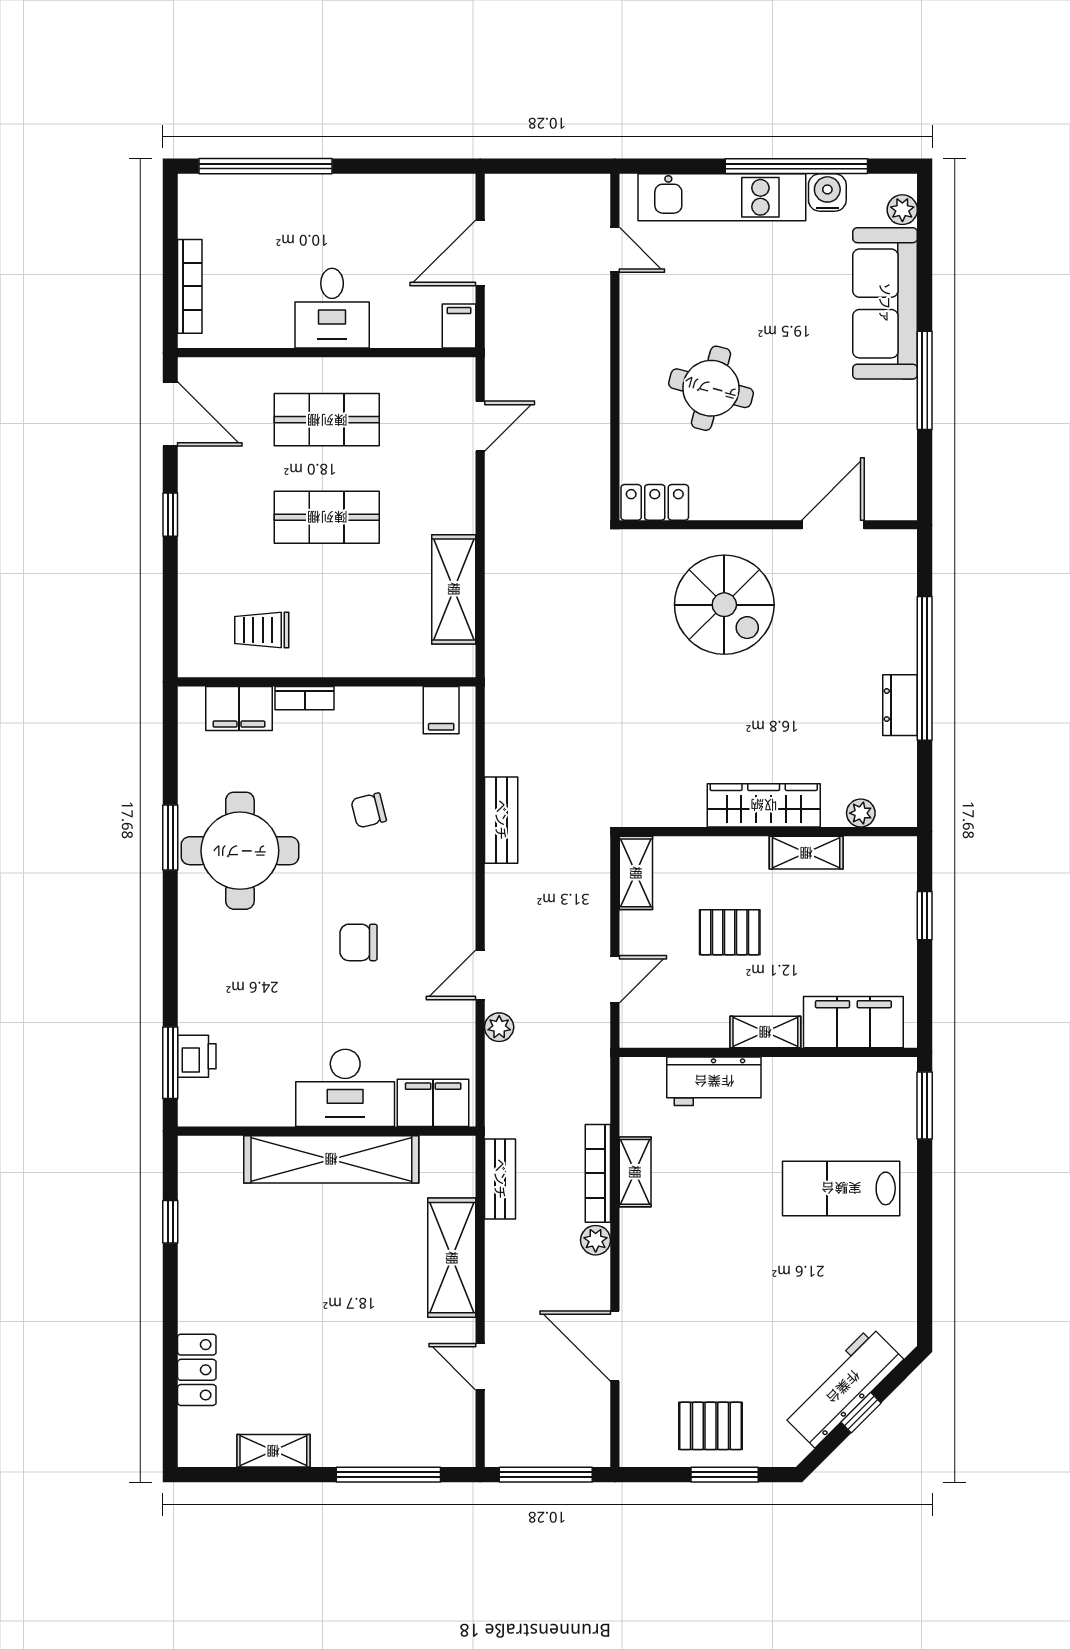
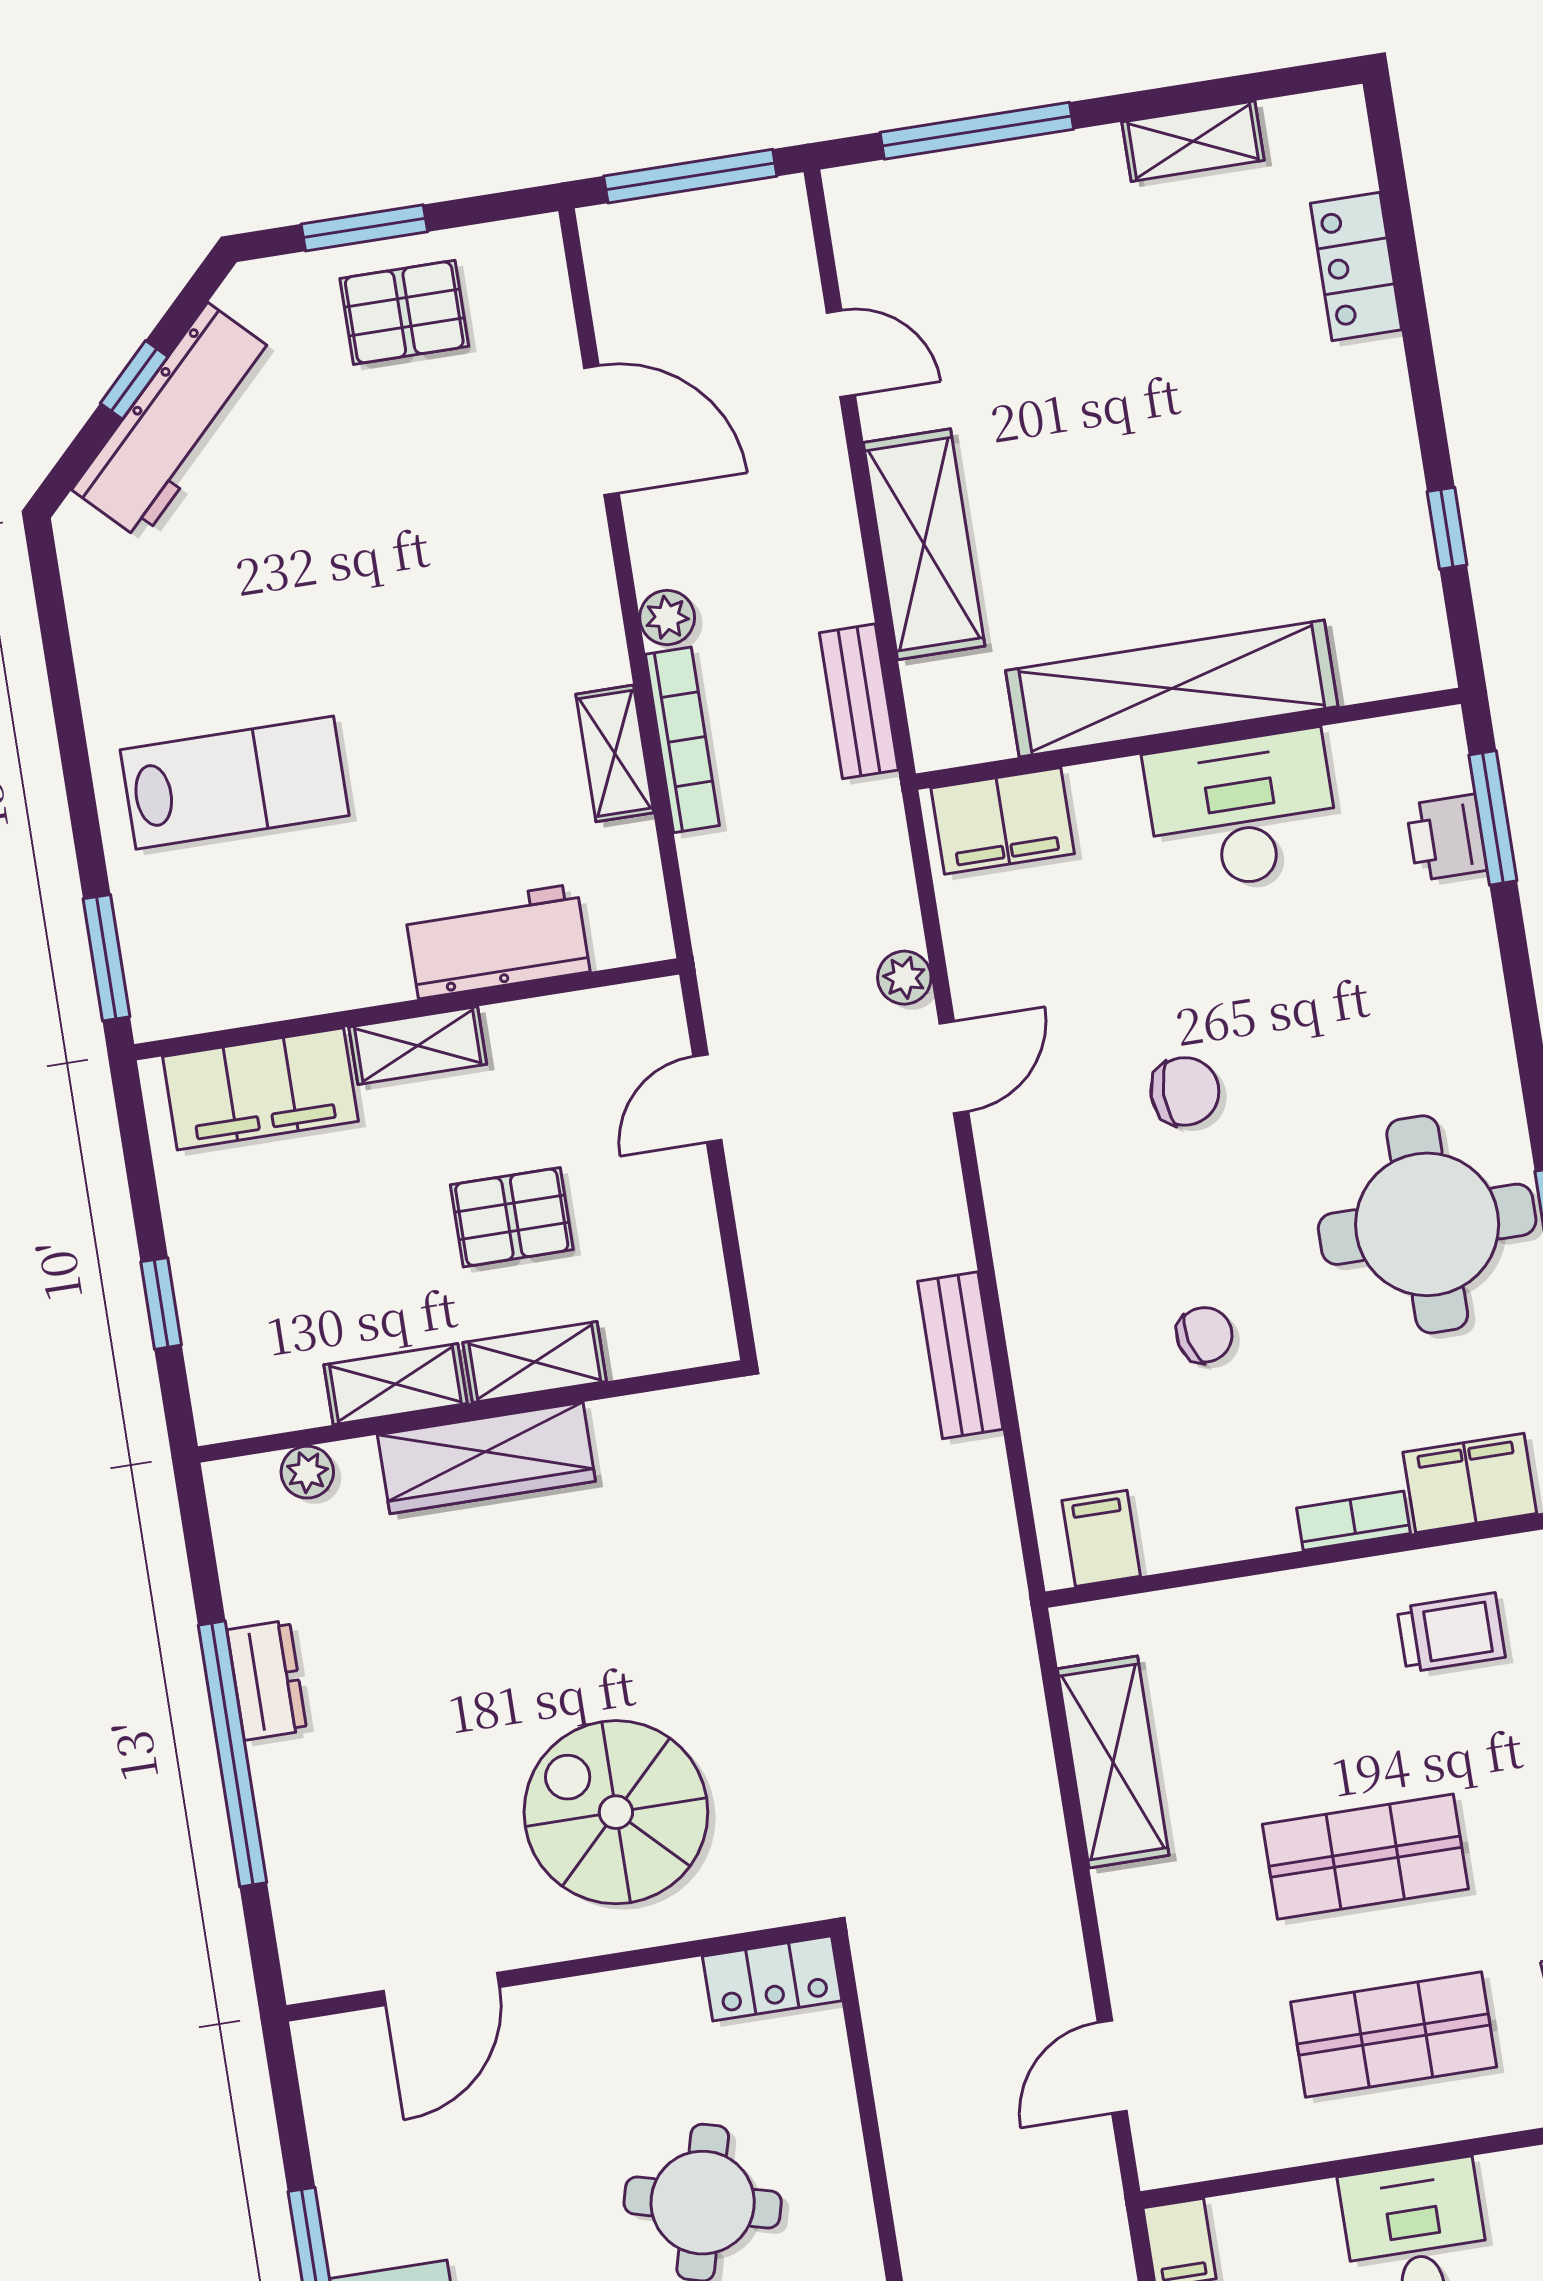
shelving: (636, 873) -> (535, 1362), moved, turned 90
desk: (345, 1088) -> (1242, 811), moved

